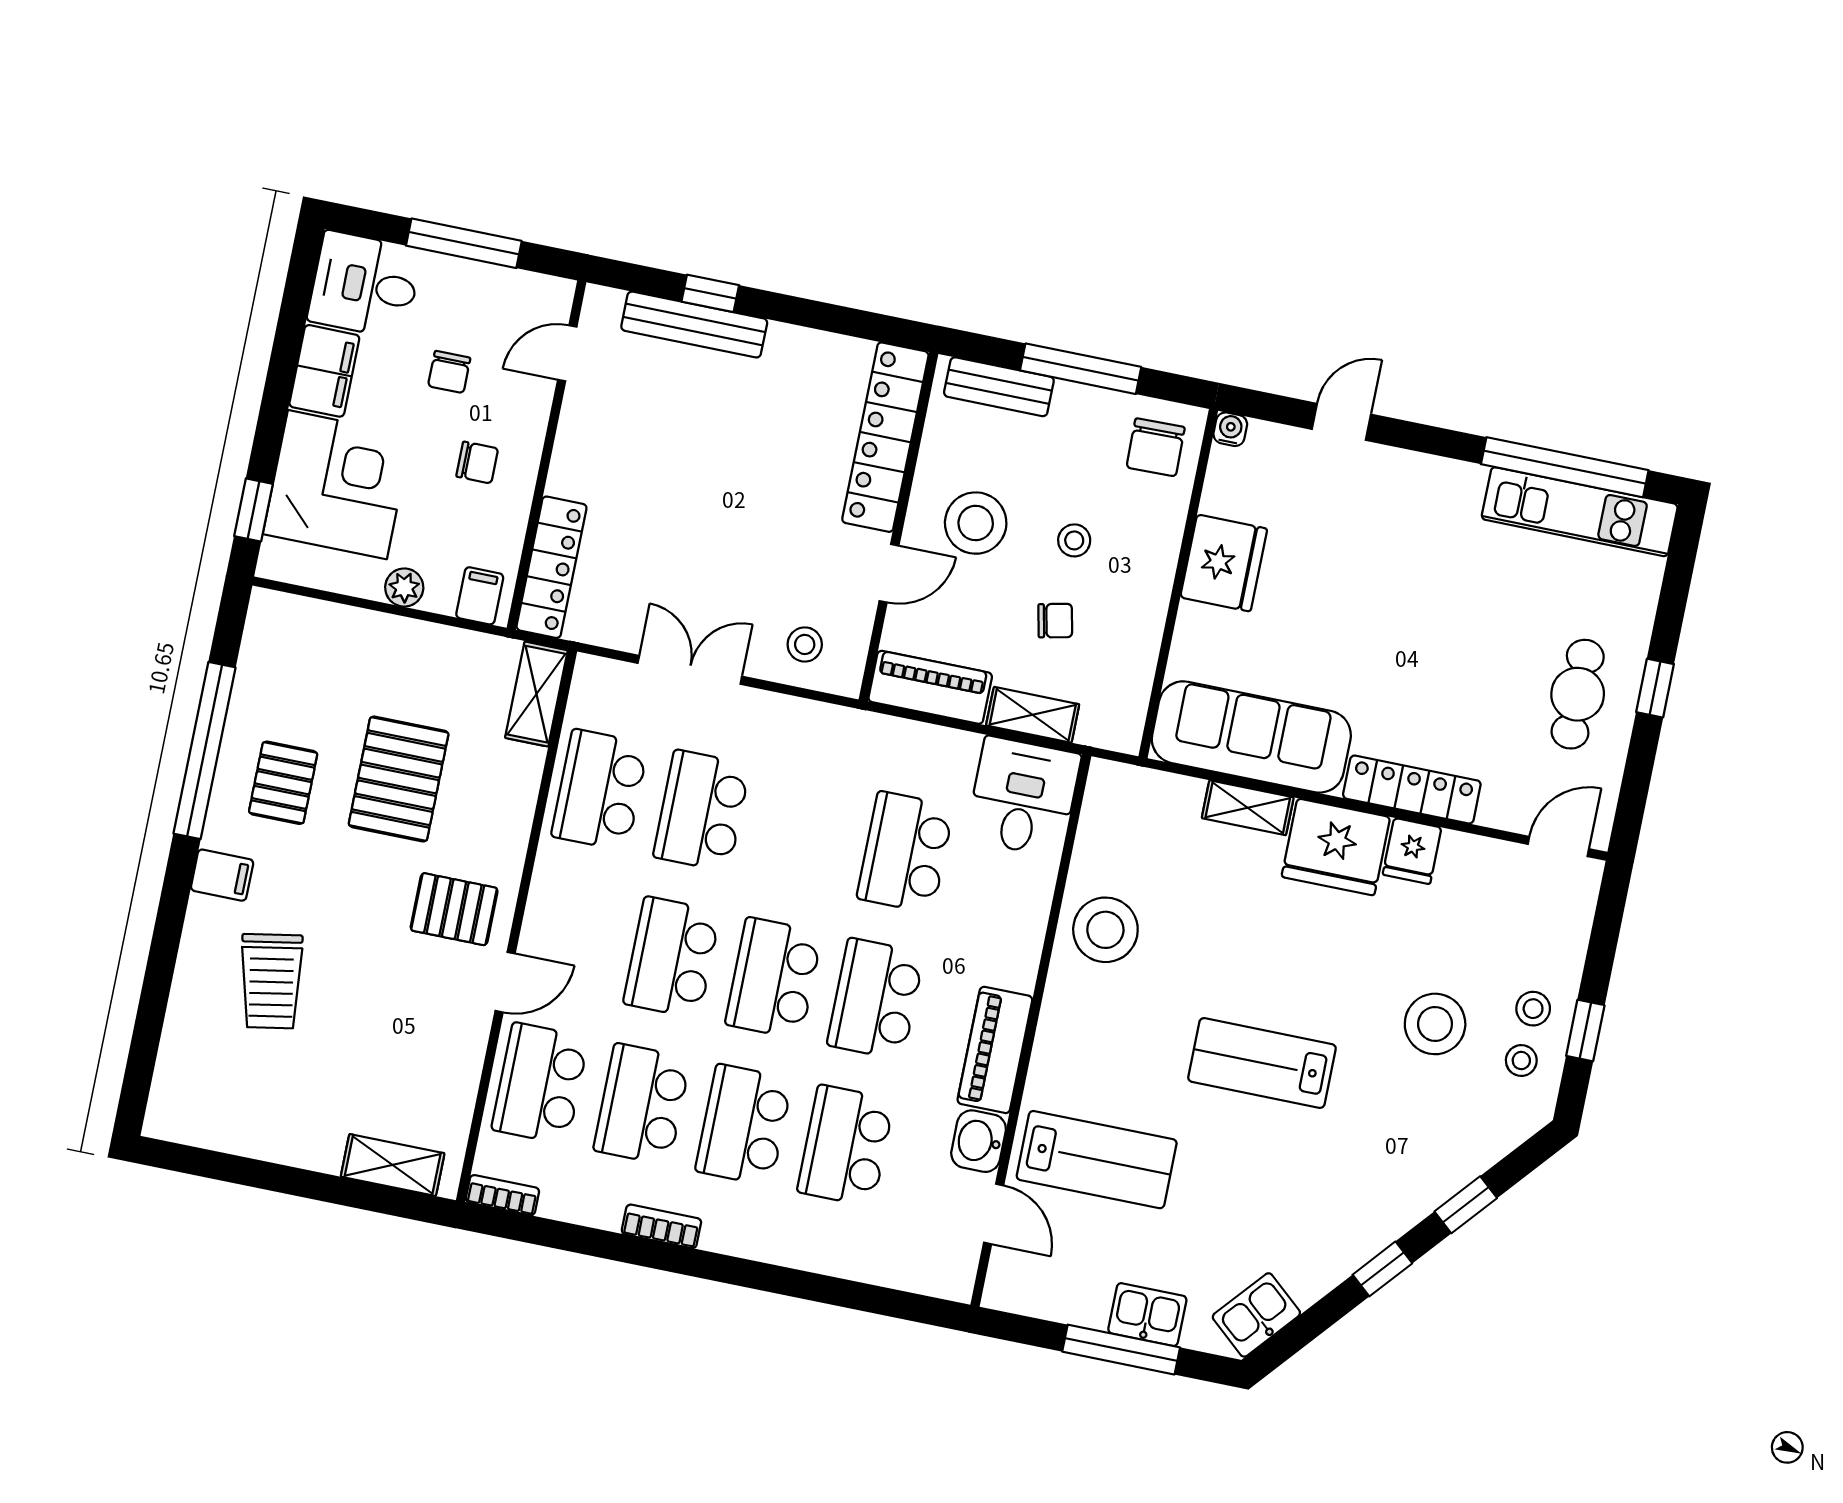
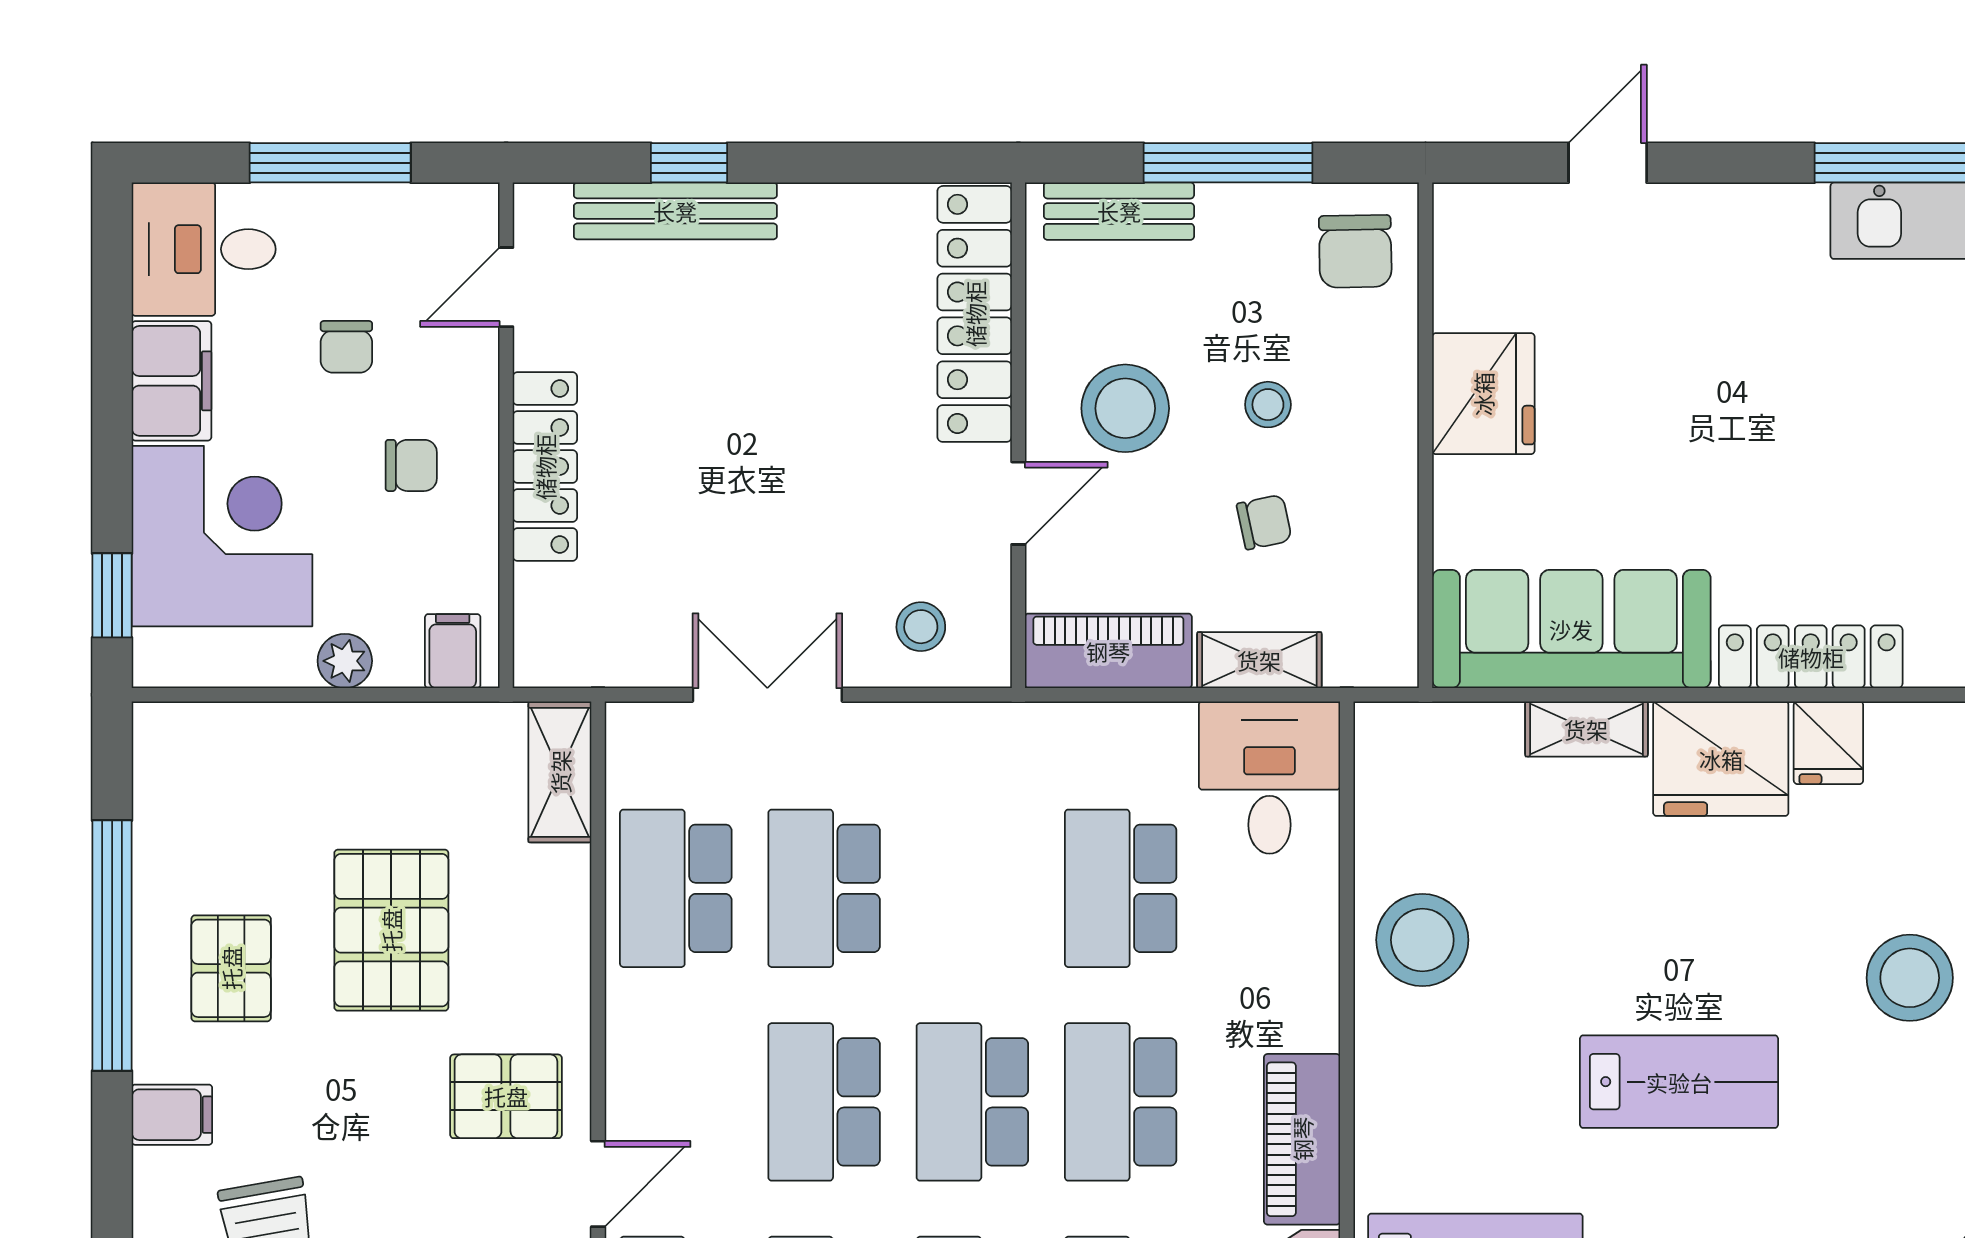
water cooler: (1230, 429) -> (1454, 205), removed
locker: (552, 567) -> (545, 467), moved
lab bench: (1262, 1063) -> (1679, 1082), turned 180

